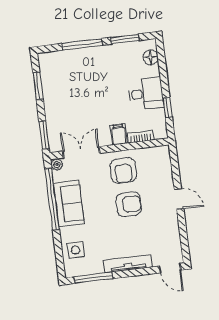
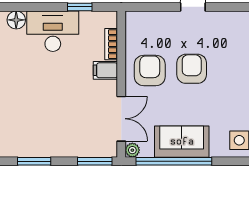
desk: (146, 94) -> (53, 31), width x1.37
double door: (81, 152) -> (121, 119), swing flipped
armchair: (123, 170) -> (150, 70), turned -90

